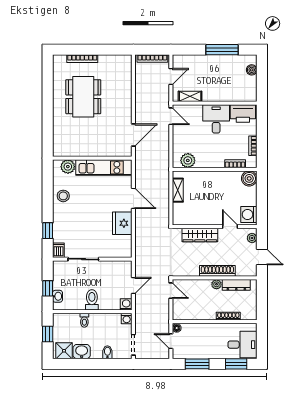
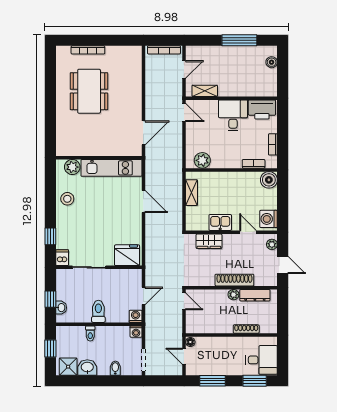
kitchen sink: (204, 218) -> (220, 222), added
fridge: (122, 223) -> (127, 255), moved, turned 90
wardrobe: (200, 235) -> (209, 241), width x0.67

